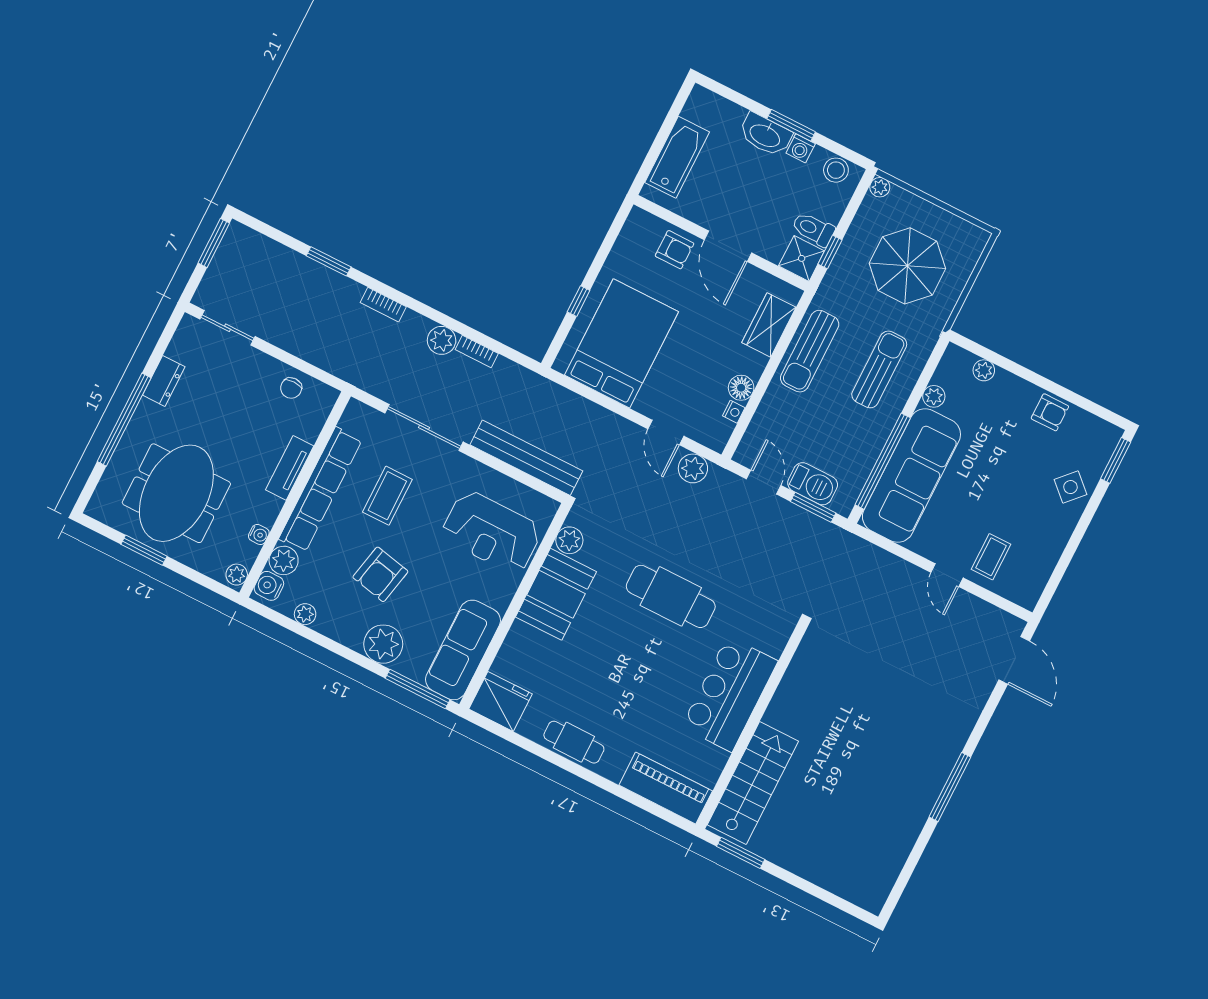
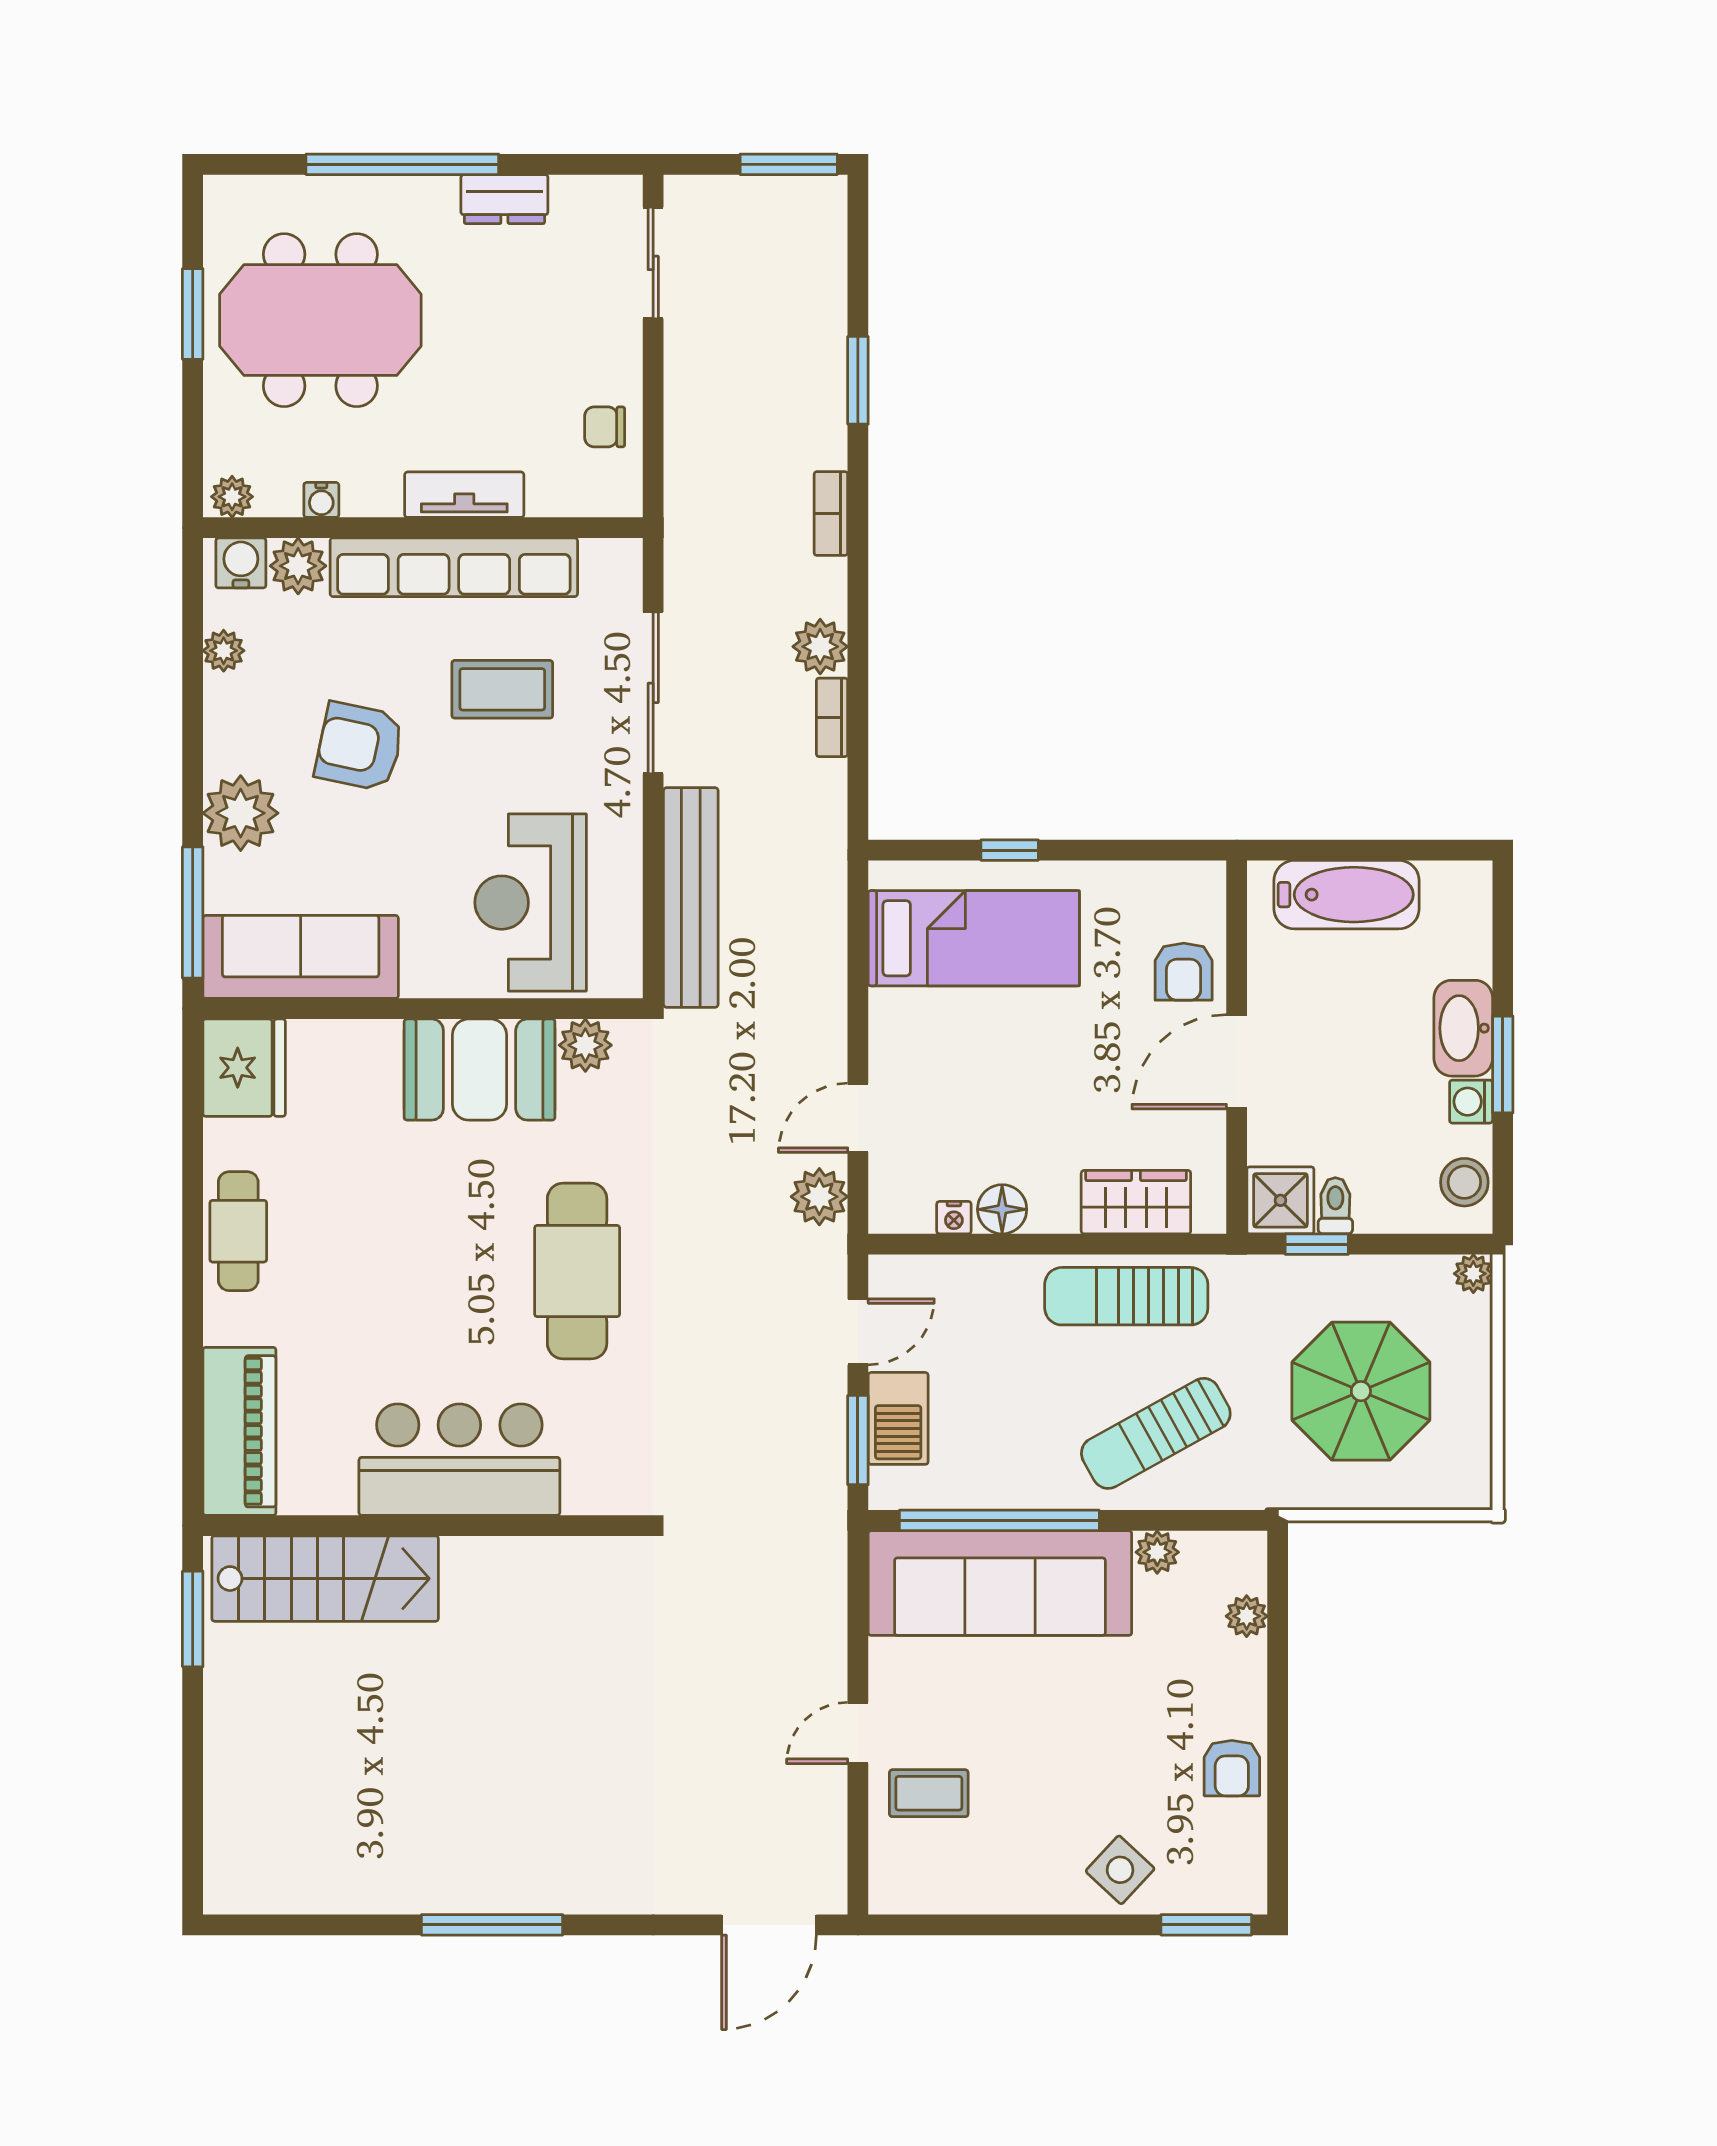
toilet: (813, 229) -> (1335, 1206), width x0.73, depth x0.72
bed: (621, 343) -> (974, 938), width x0.67
sun lounger: (879, 369) -> (1156, 1433), turned 151

